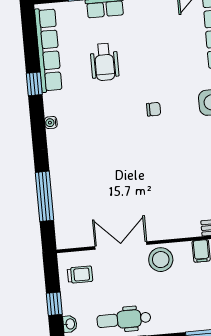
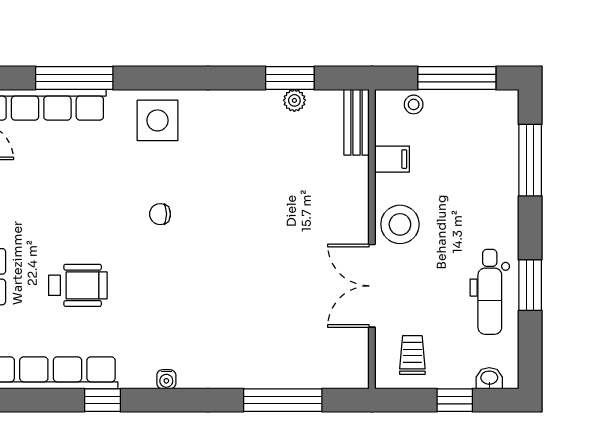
chair: (154, 109) -> (160, 214), turned -90

